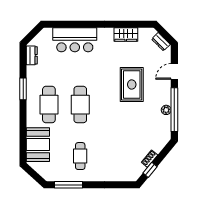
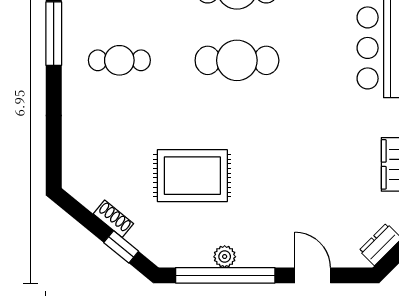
rug: (132, 85) -> (192, 176), moved
window: (150, 170) -> (121, 247), moved

